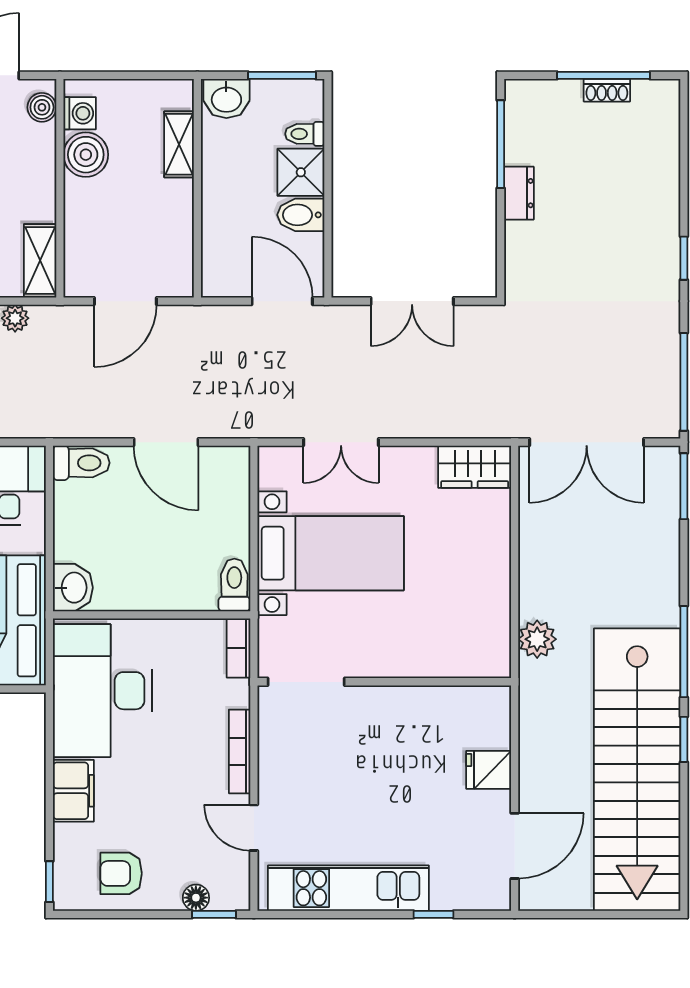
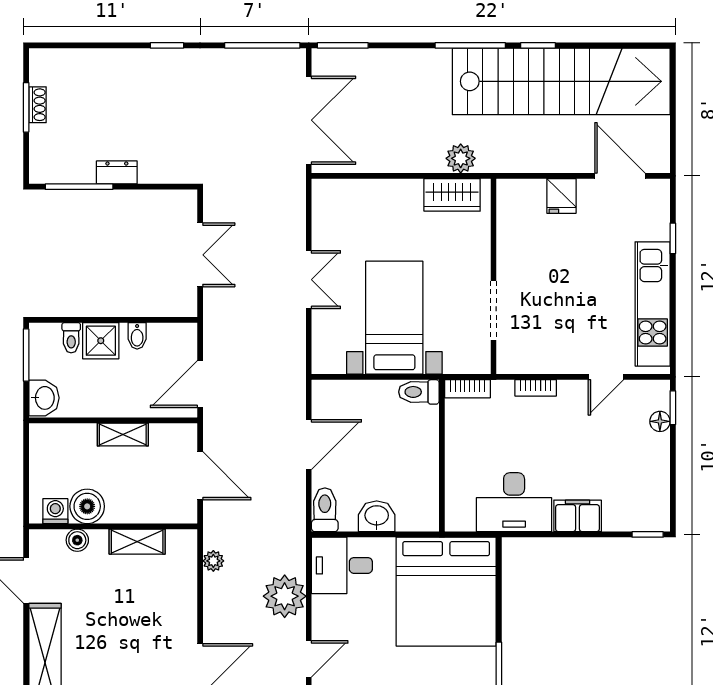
window: (603, 75) -> (26, 107), width x0.69
boiler: (42, 107) -> (77, 540), moved
shelving: (179, 144) -> (123, 435), moved
bidet: (301, 215) -> (137, 336), width x0.72, depth x0.74
shelving: (40, 260) -> (137, 542), moved
door: (282, 301) -> (200, 384), moved
double door: (341, 442) -> (309, 280), moved
wardrobe: (475, 467) -> (452, 195), moved, turned 90
washbasin: (73, 588) -> (377, 516), moved
doorway: (306, 682) -> (493, 310), moved
desk: (103, 691) -> (514, 502), width x0.73, depth x0.77
bookcase: (240, 751) -> (536, 388), width x0.64
armchair: (121, 873) -> (641, 479), removed

